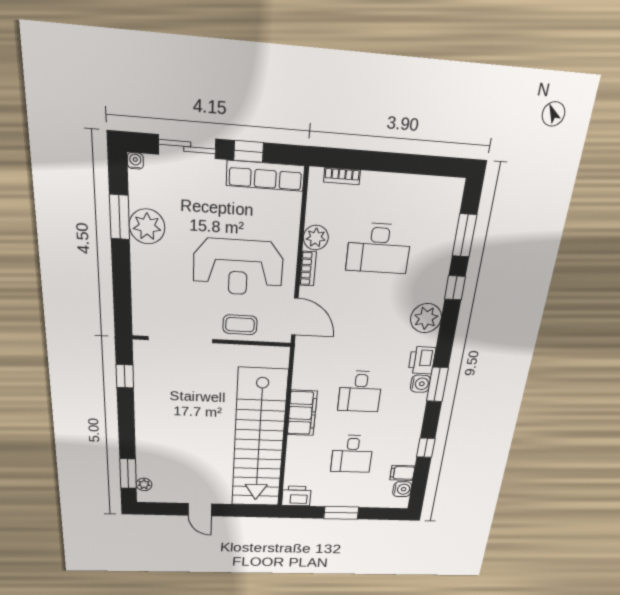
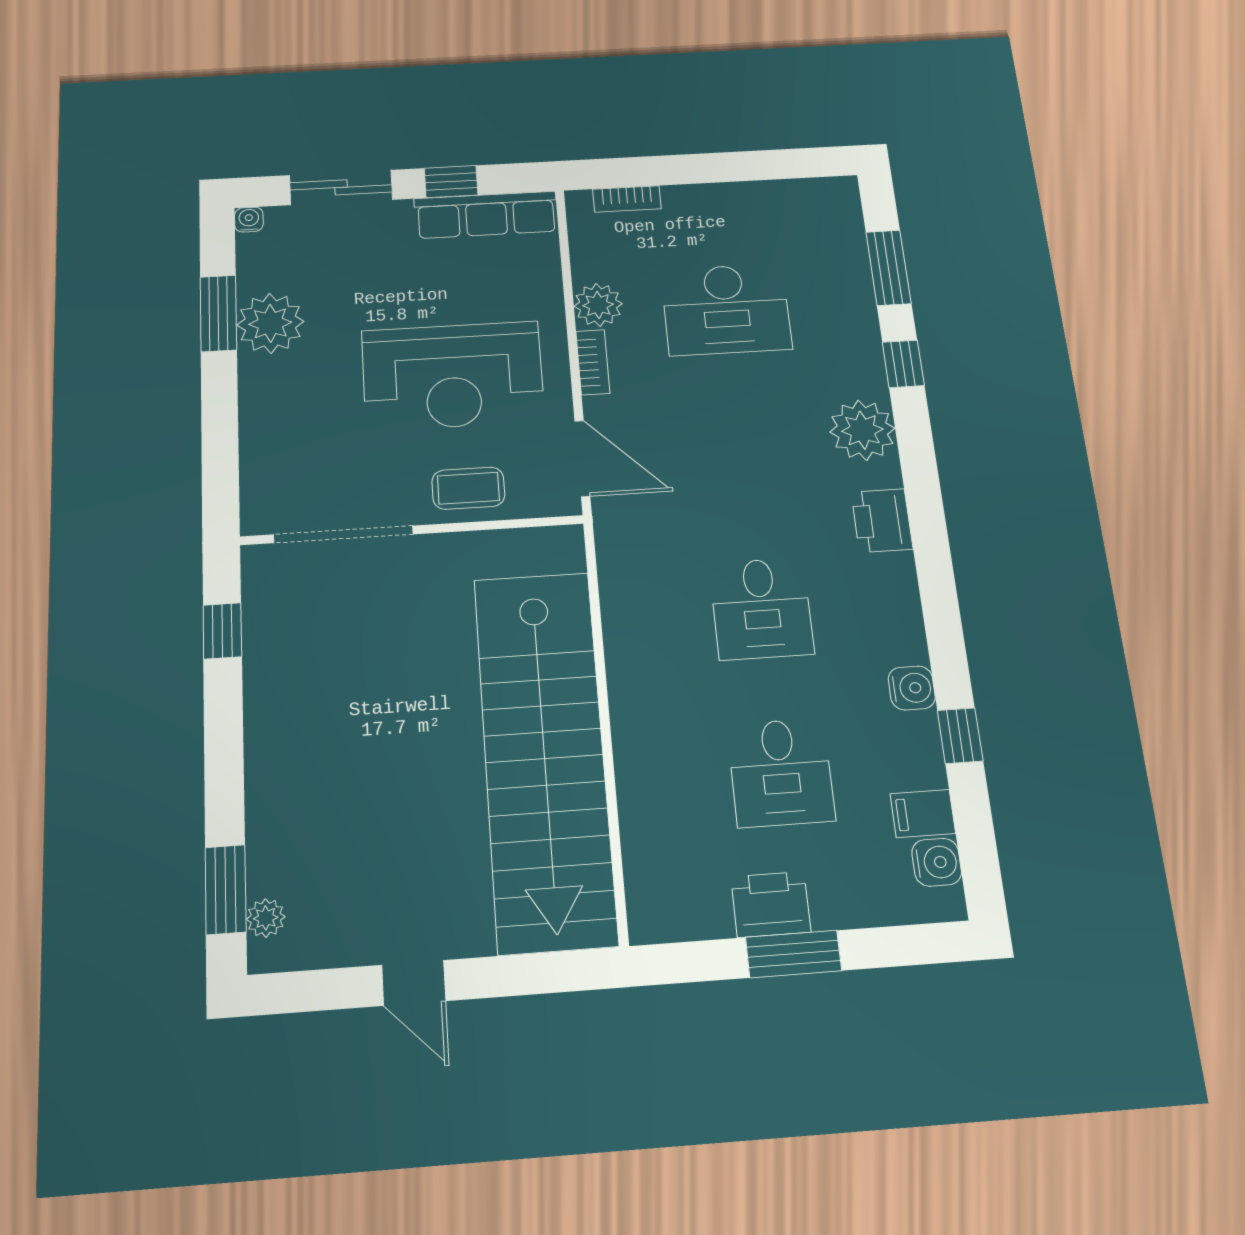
water cooler: (420, 384) -> (912, 688), moved
window: (437, 385) -> (935, 572), removed
filing cabinet: (302, 413) -> (637, 676), removed
printer: (296, 496) -> (771, 904), moved

